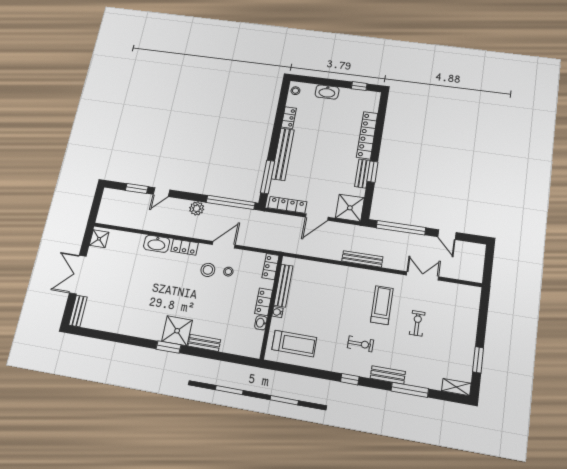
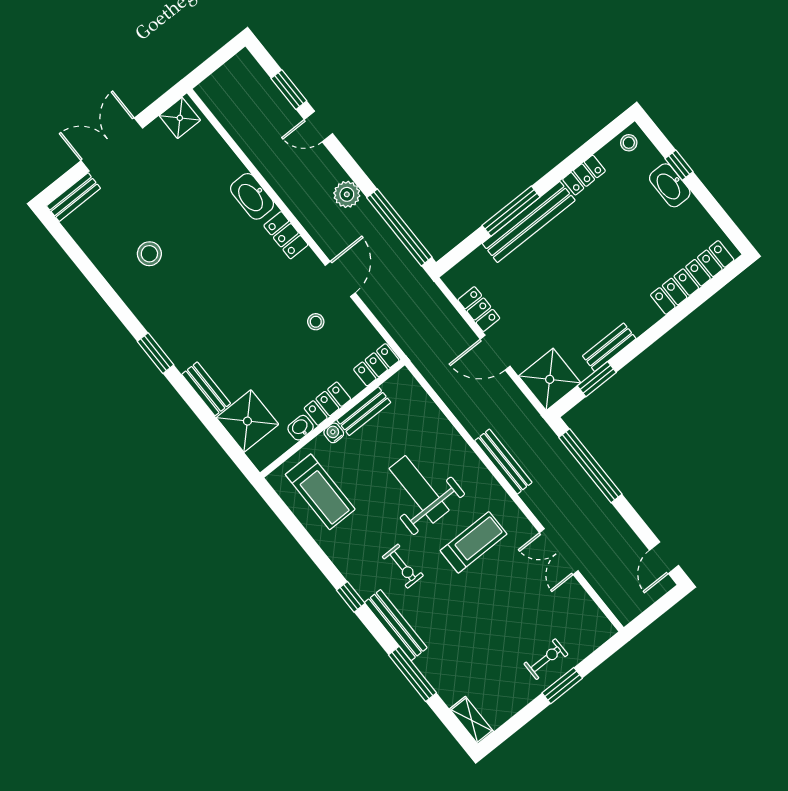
window: (359, 86) -> (679, 165), moved
locker: (367, 135) -> (692, 277), moved
window: (372, 172) -> (597, 379), moved
window: (268, 177) -> (511, 211), moved
locker: (287, 205) -> (479, 309), width x0.66
door: (447, 235) -> (664, 558), moved
door: (224, 245) -> (340, 279), hinge flipped
stool: (208, 270) -> (149, 254), moved
double door: (422, 276) -> (559, 552), swing flipped
bench: (283, 286) -> (364, 411), width x0.73
weight bench: (337, 303) -> (419, 489), added
exercise bike: (417, 323) -> (546, 659), moved
shower: (177, 331) -> (247, 421), moved
window: (478, 360) -> (562, 686), moved
bench: (388, 375) -> (396, 625), width x1.36

